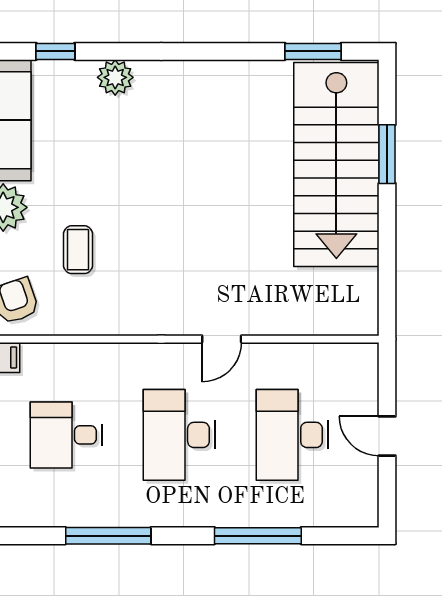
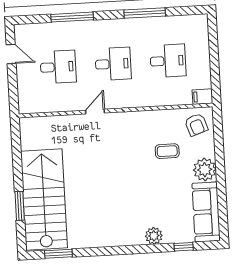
coffee table: (78, 250) -> (167, 151), turned 90
desk: (179, 435) -> (113, 64), width x0.73
desk: (292, 435) -> (58, 67), width x0.73
door: (387, 436) -> (11, 54), moved

